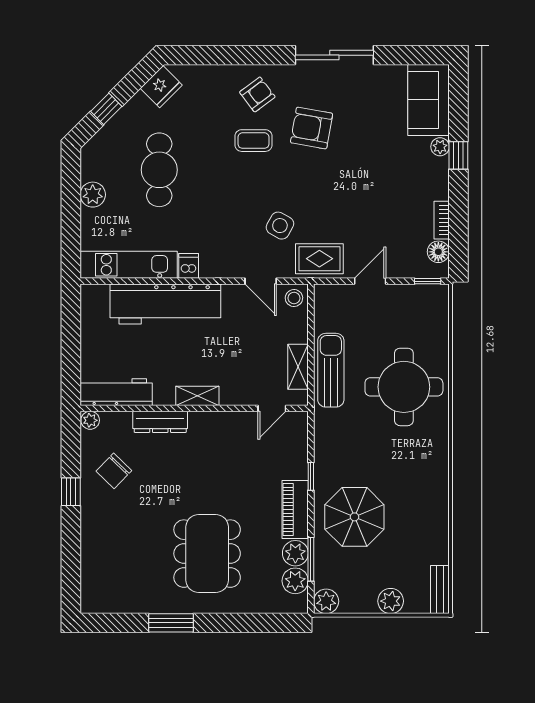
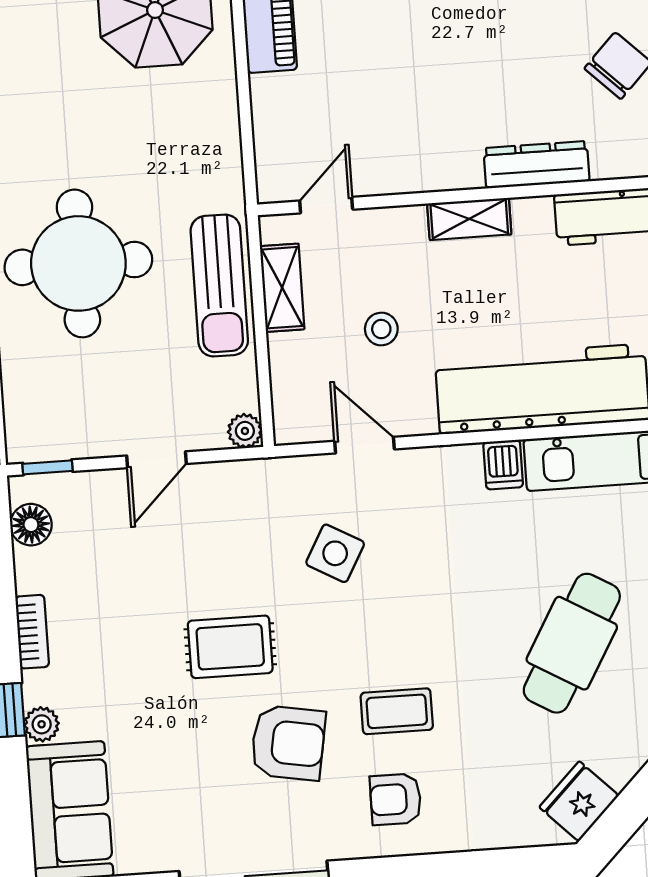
armchair: (257, 94) -> (396, 799), turned 37
cafe table: (159, 170) -> (572, 643), turned 30
bookcase: (442, 220) -> (32, 632), moved
rug: (319, 259) -> (230, 647), moved
plant: (323, 293) -> (245, 431), added
stool: (294, 298) -> (381, 329), moved
window: (311, 476) -> (243, 81), removed

